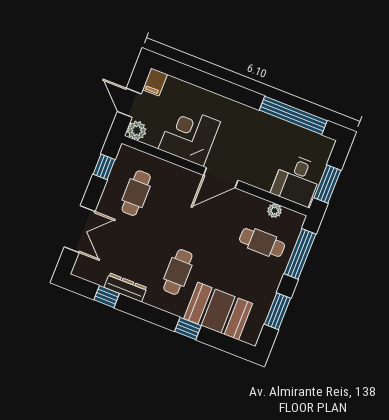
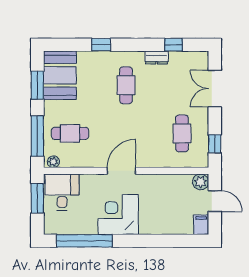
corner desk: (189, 135) -> (118, 215), moved, turned 180
plant: (275, 211) -> (53, 162), moved
dresser: (126, 287) -> (157, 58), width x0.70
booth: (218, 311) -> (60, 75), moved, turned 90

